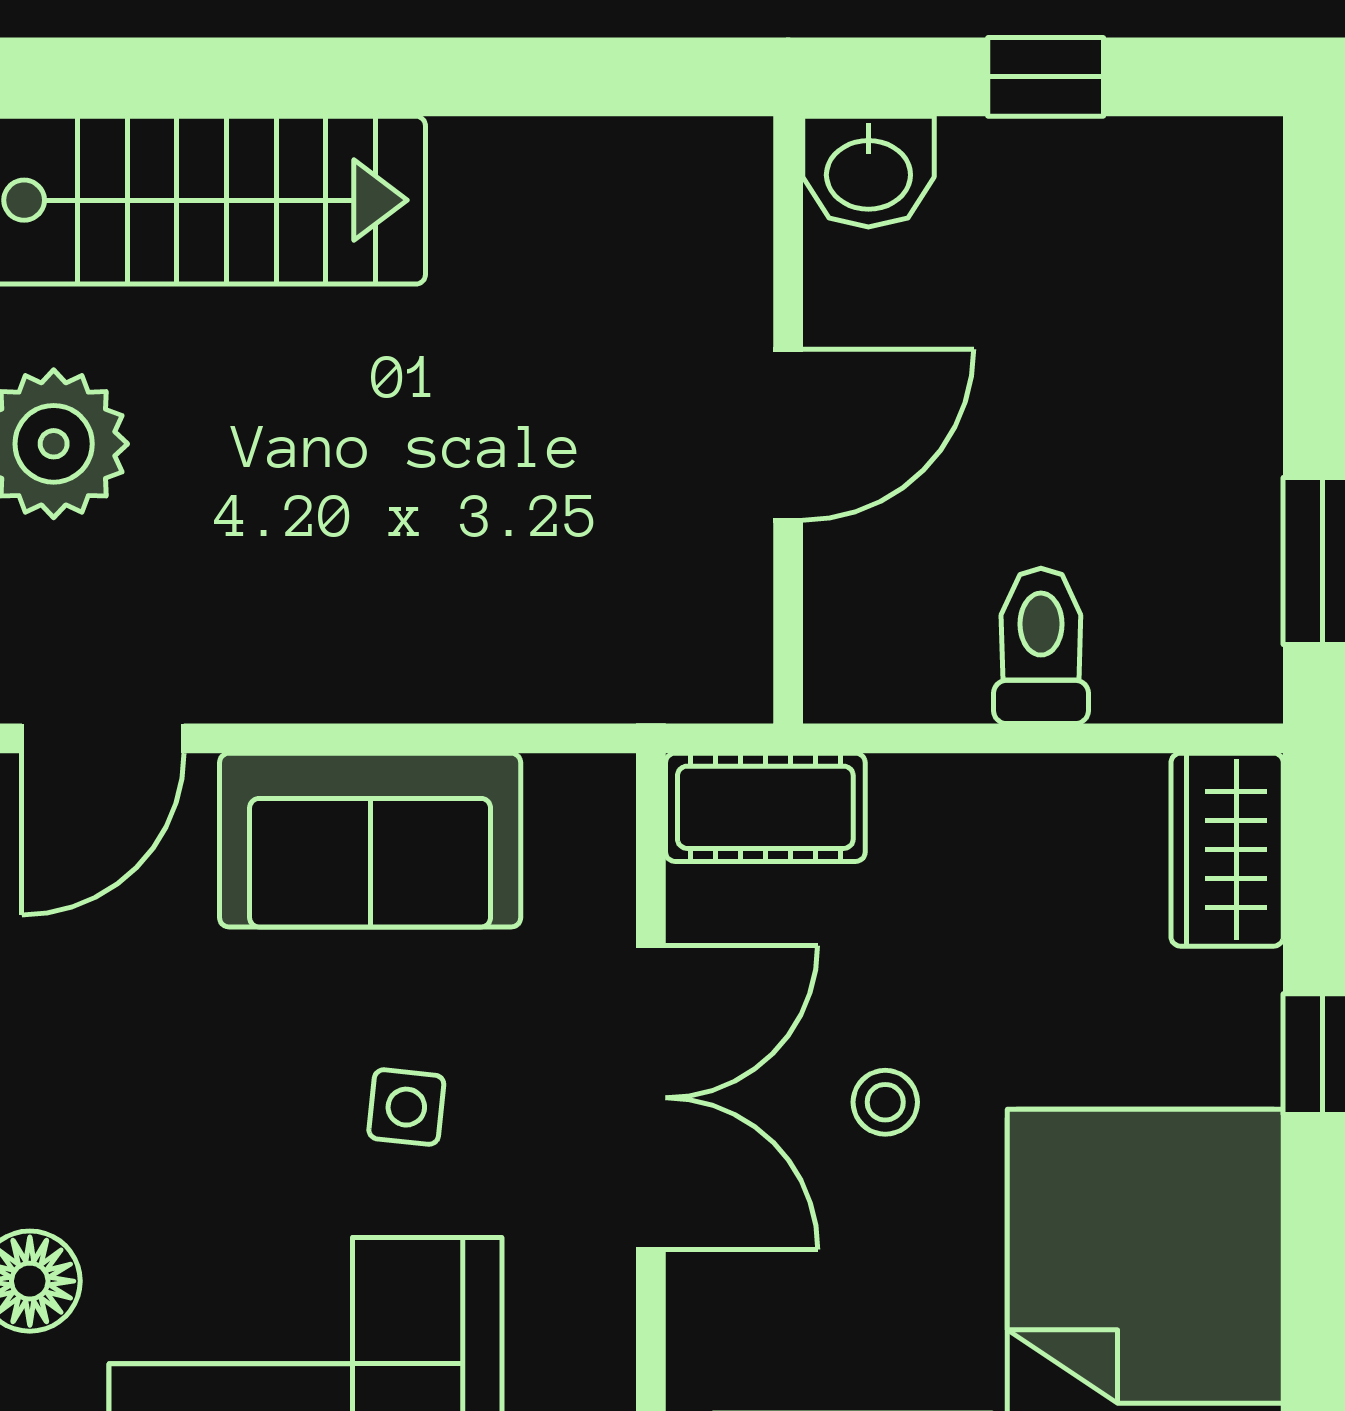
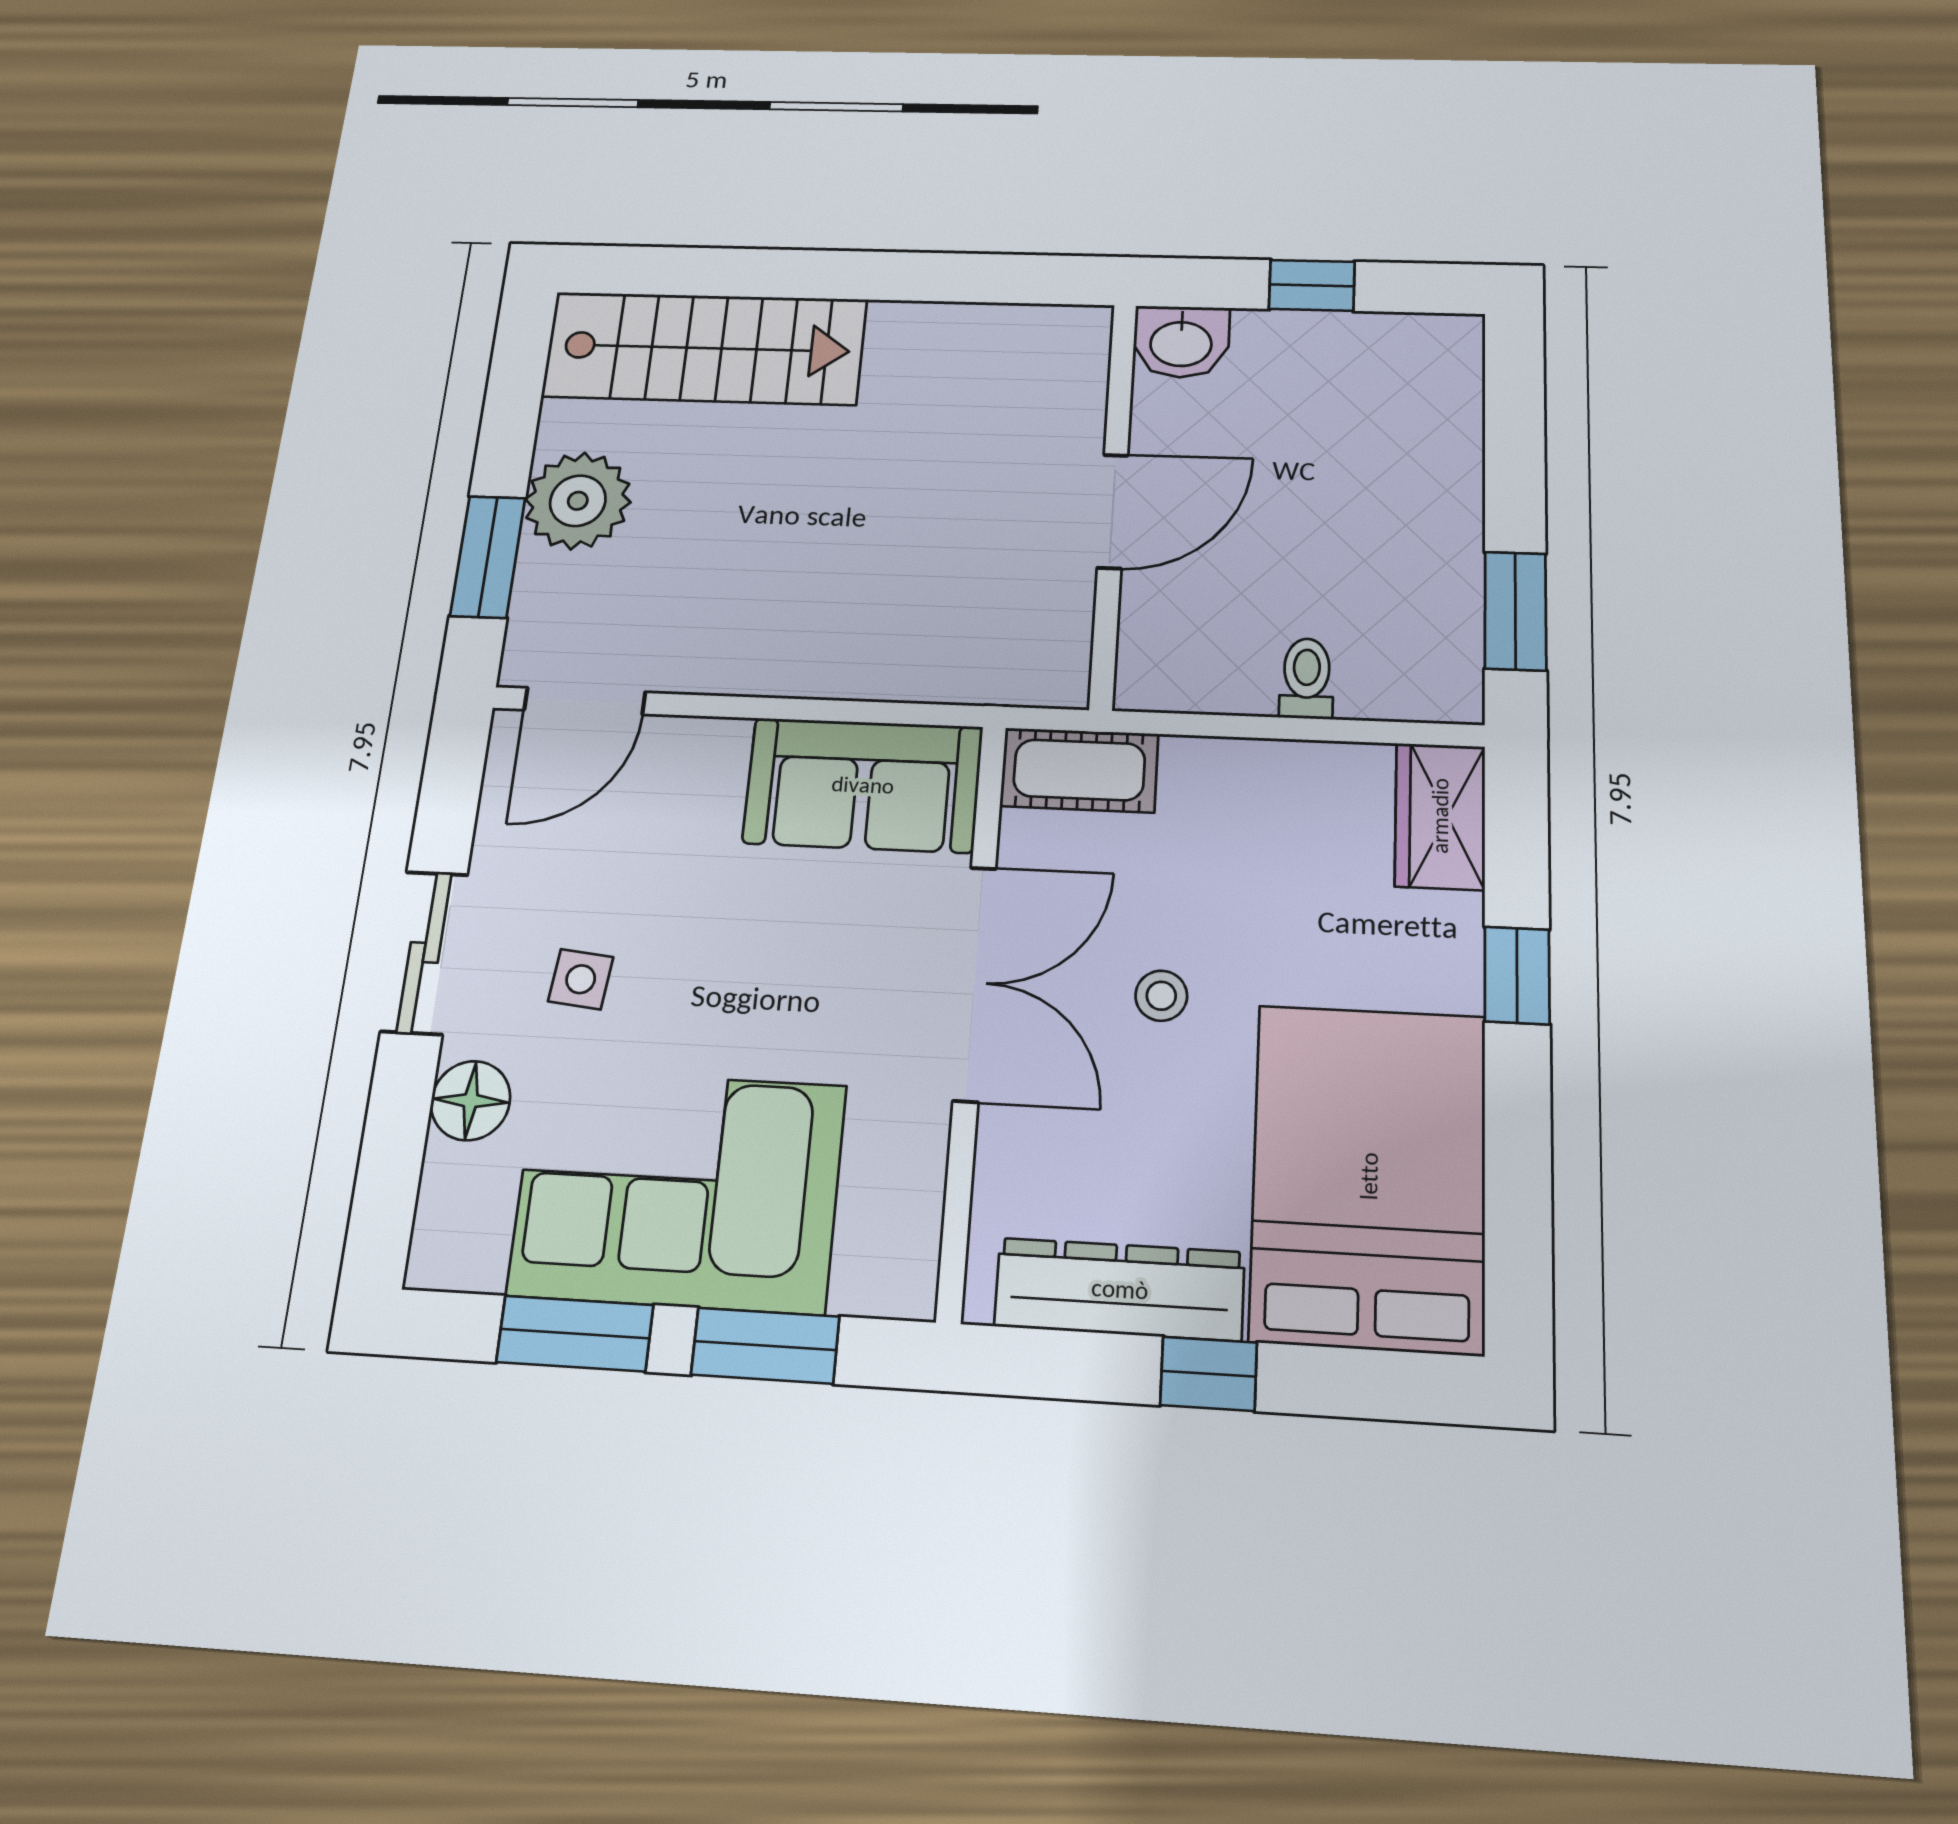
toilet: (1041, 646) -> (1307, 678), width x0.73, depth x0.72
sofa: (370, 840) -> (863, 785), moved
side table: (406, 1107) -> (581, 979), moved

